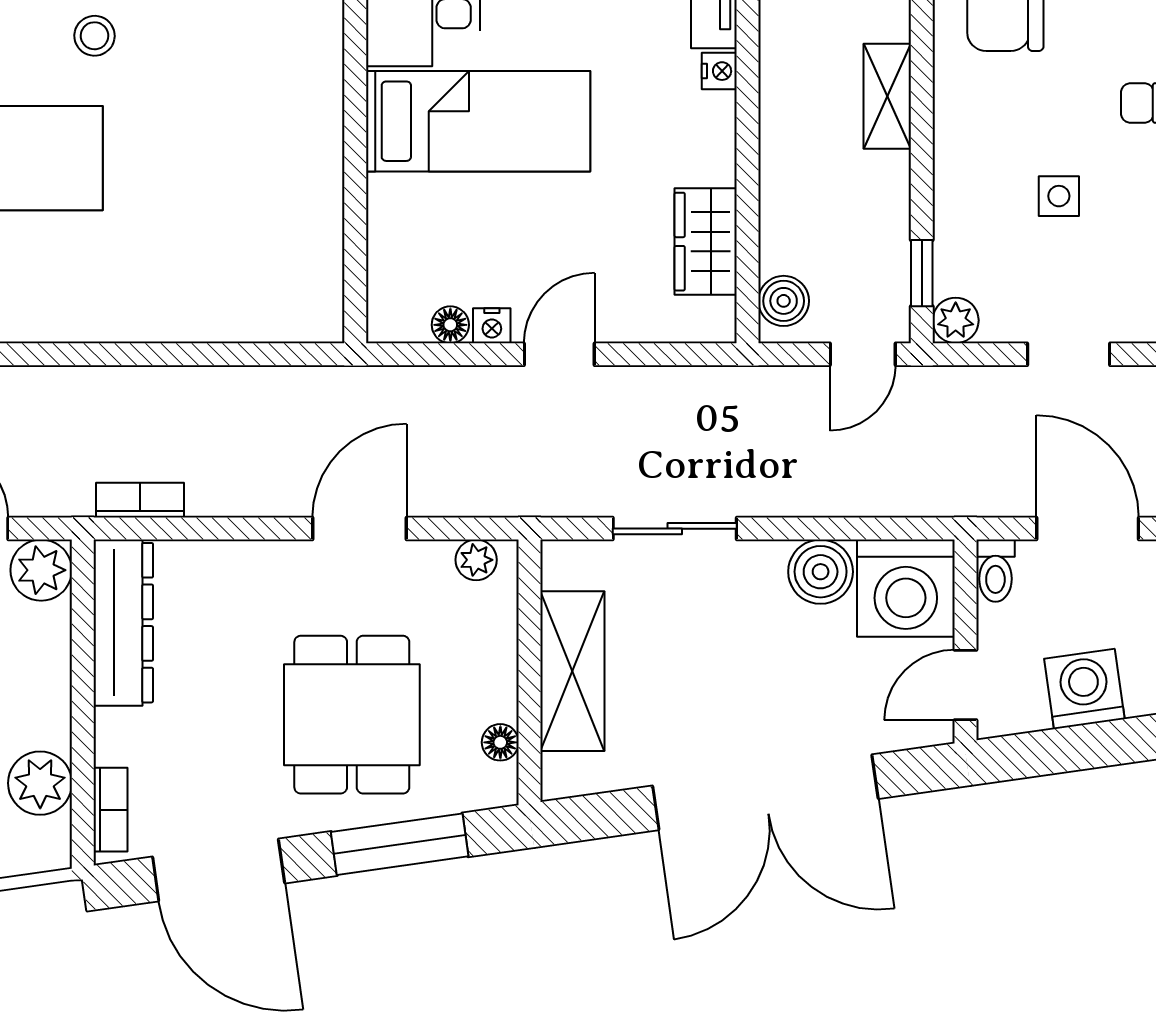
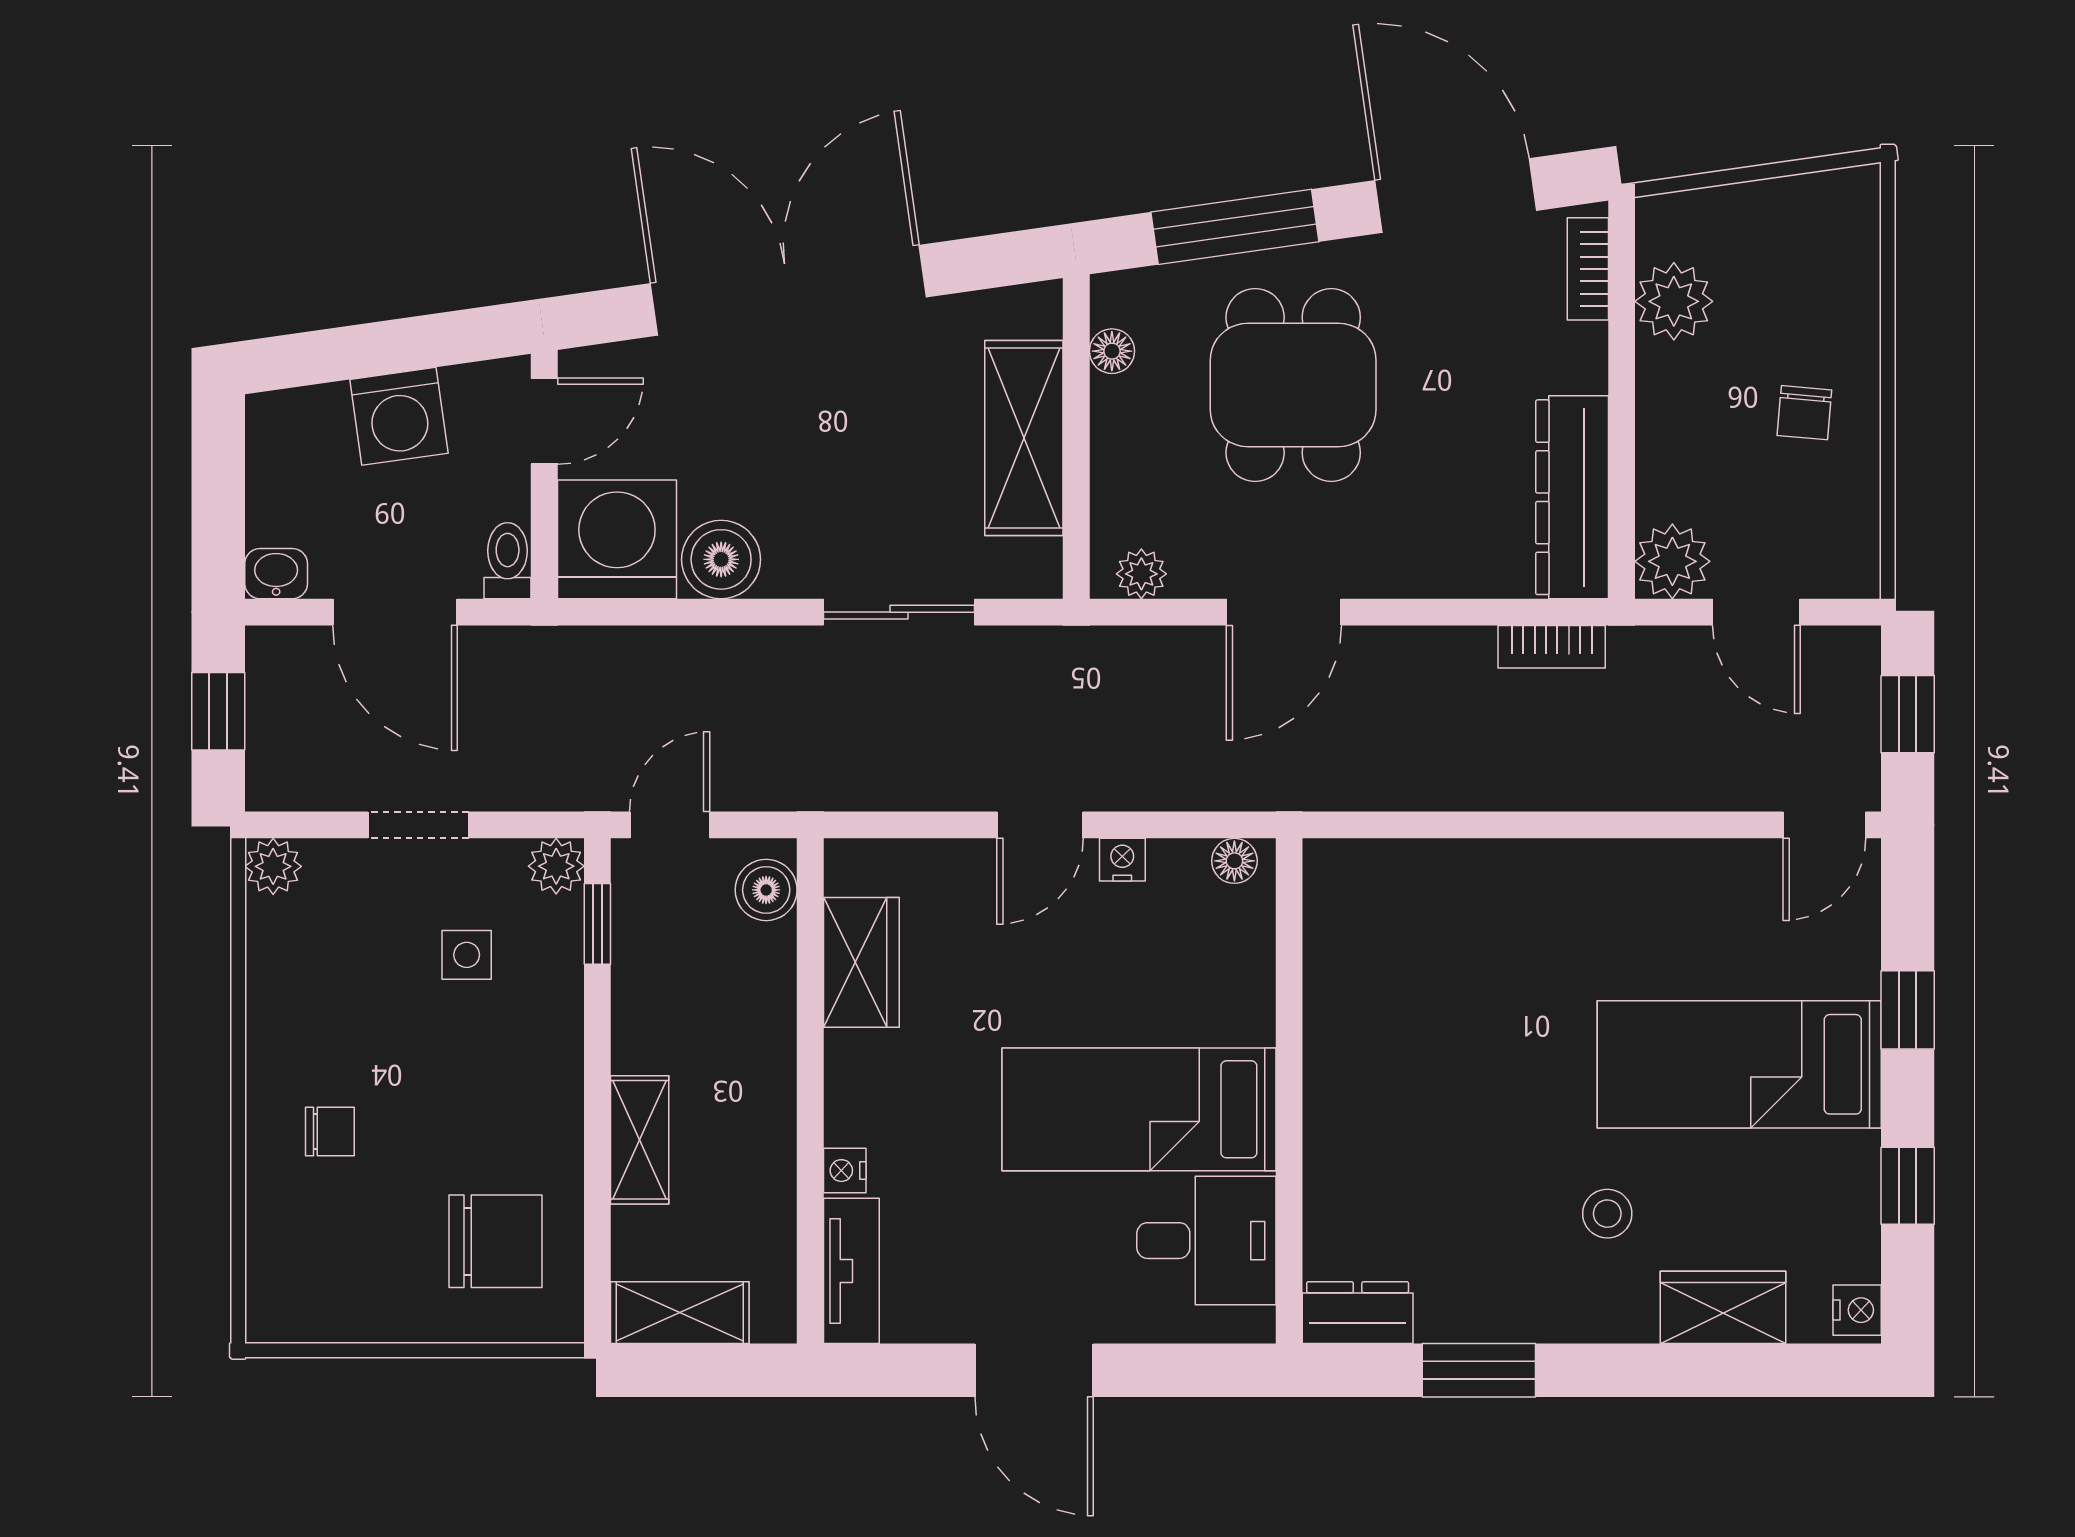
side table: (1059, 196) -> (467, 955), moved
floor lamp: (450, 325) -> (1234, 861), moved

